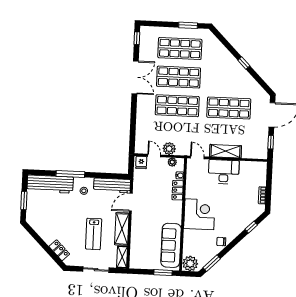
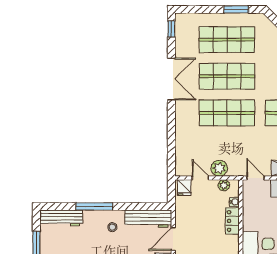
workbench: (50, 184) -> (61, 218), width x0.73, depth x0.76

